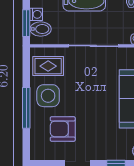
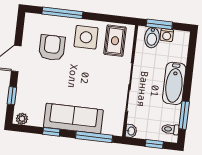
window: (26, 108) -> (62, 13), moved

